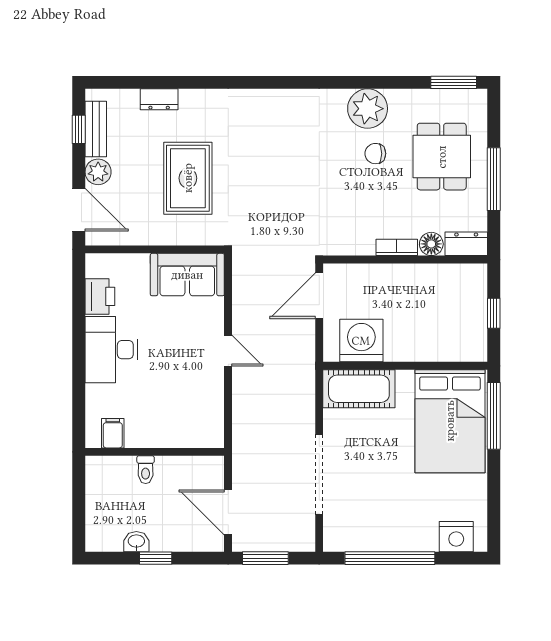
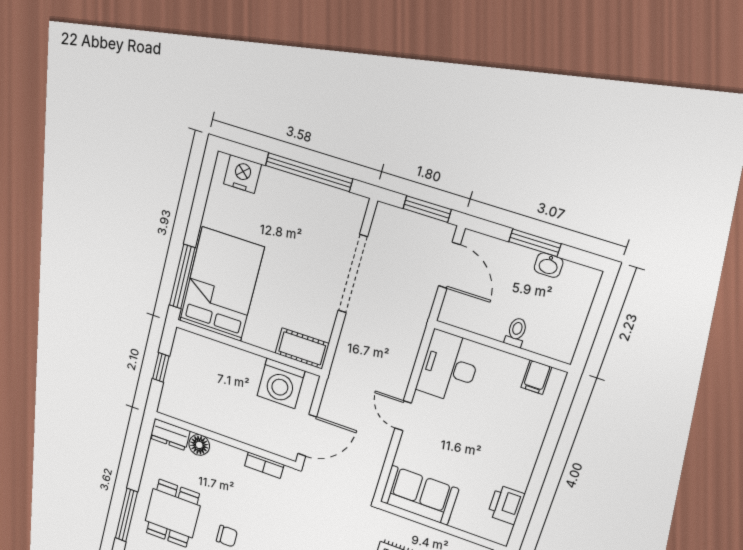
window: (494, 179) -> (126, 515), moved
bookcase: (397, 247) -> (264, 465), moved
desk: (111, 350) -> (449, 367), moved, turned 180
cot: (359, 389) -> (302, 348), width x0.73, depth x0.75
window: (156, 558) -> (535, 243), width x1.50

